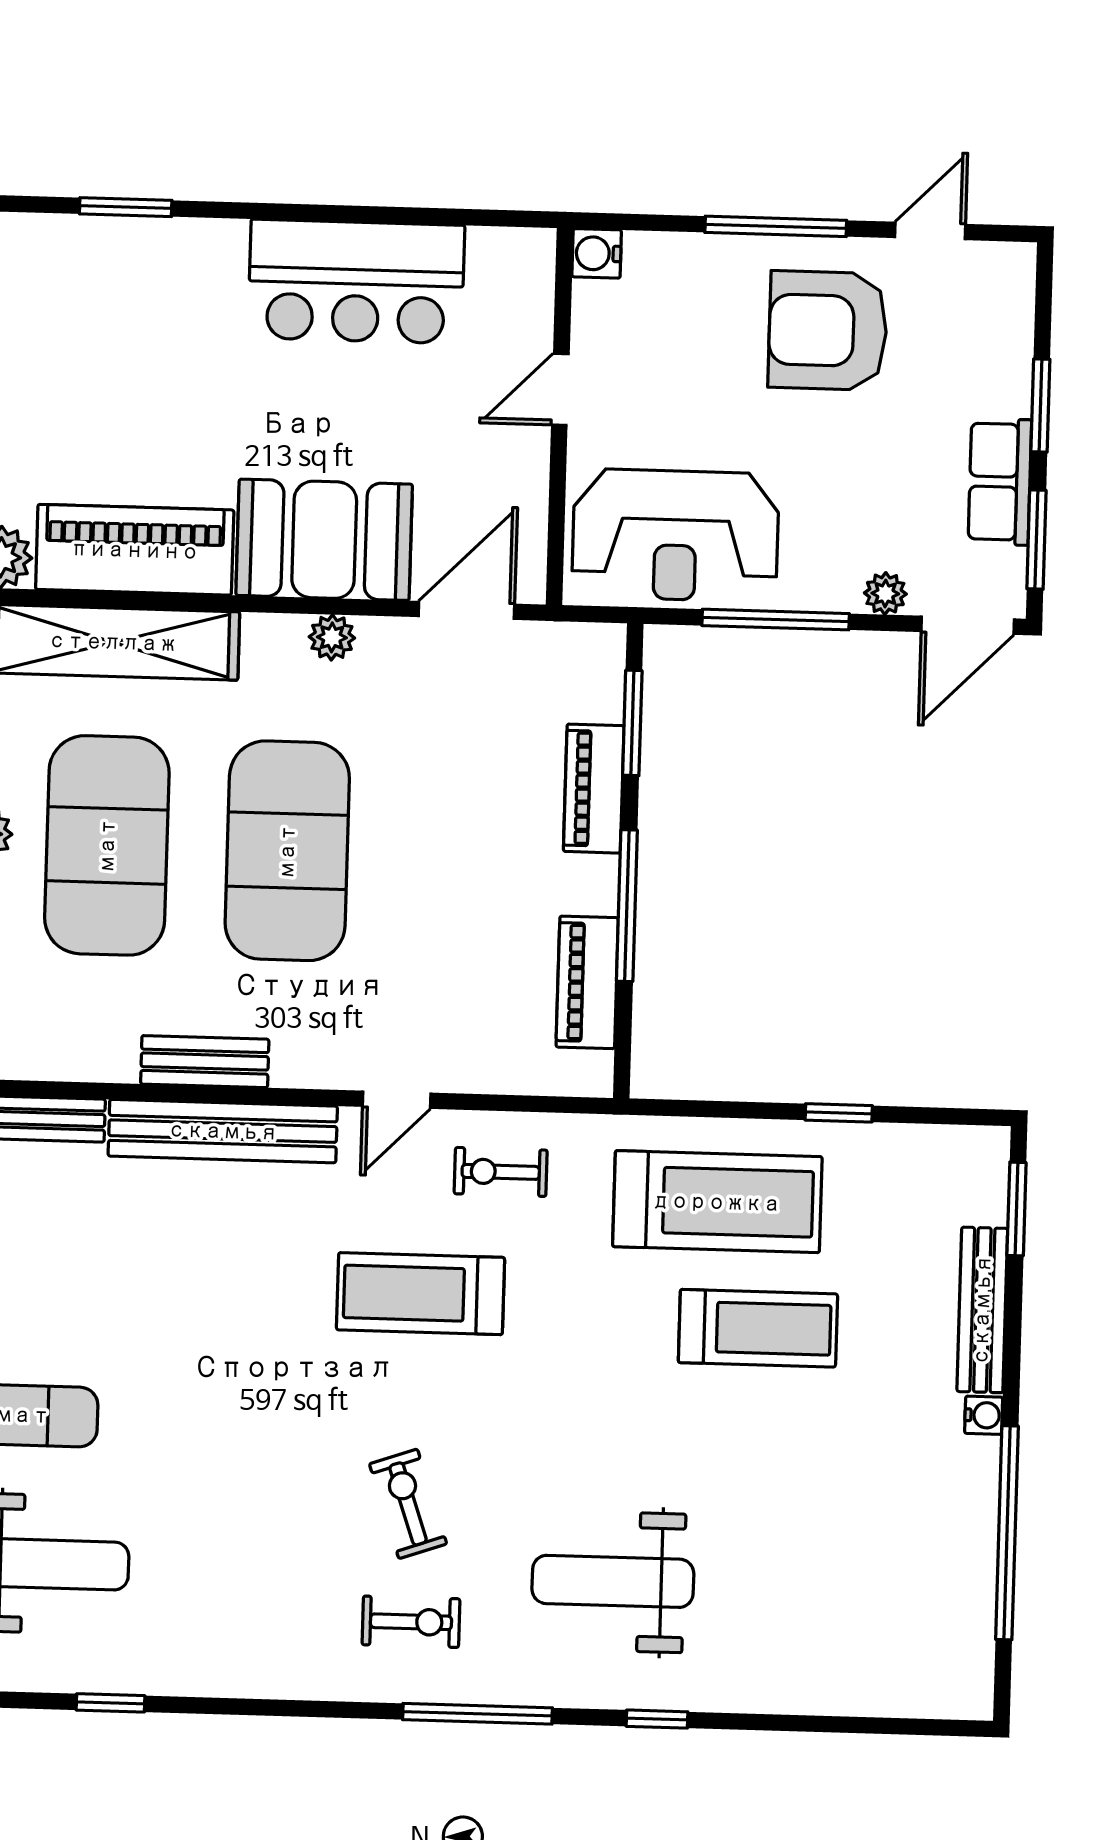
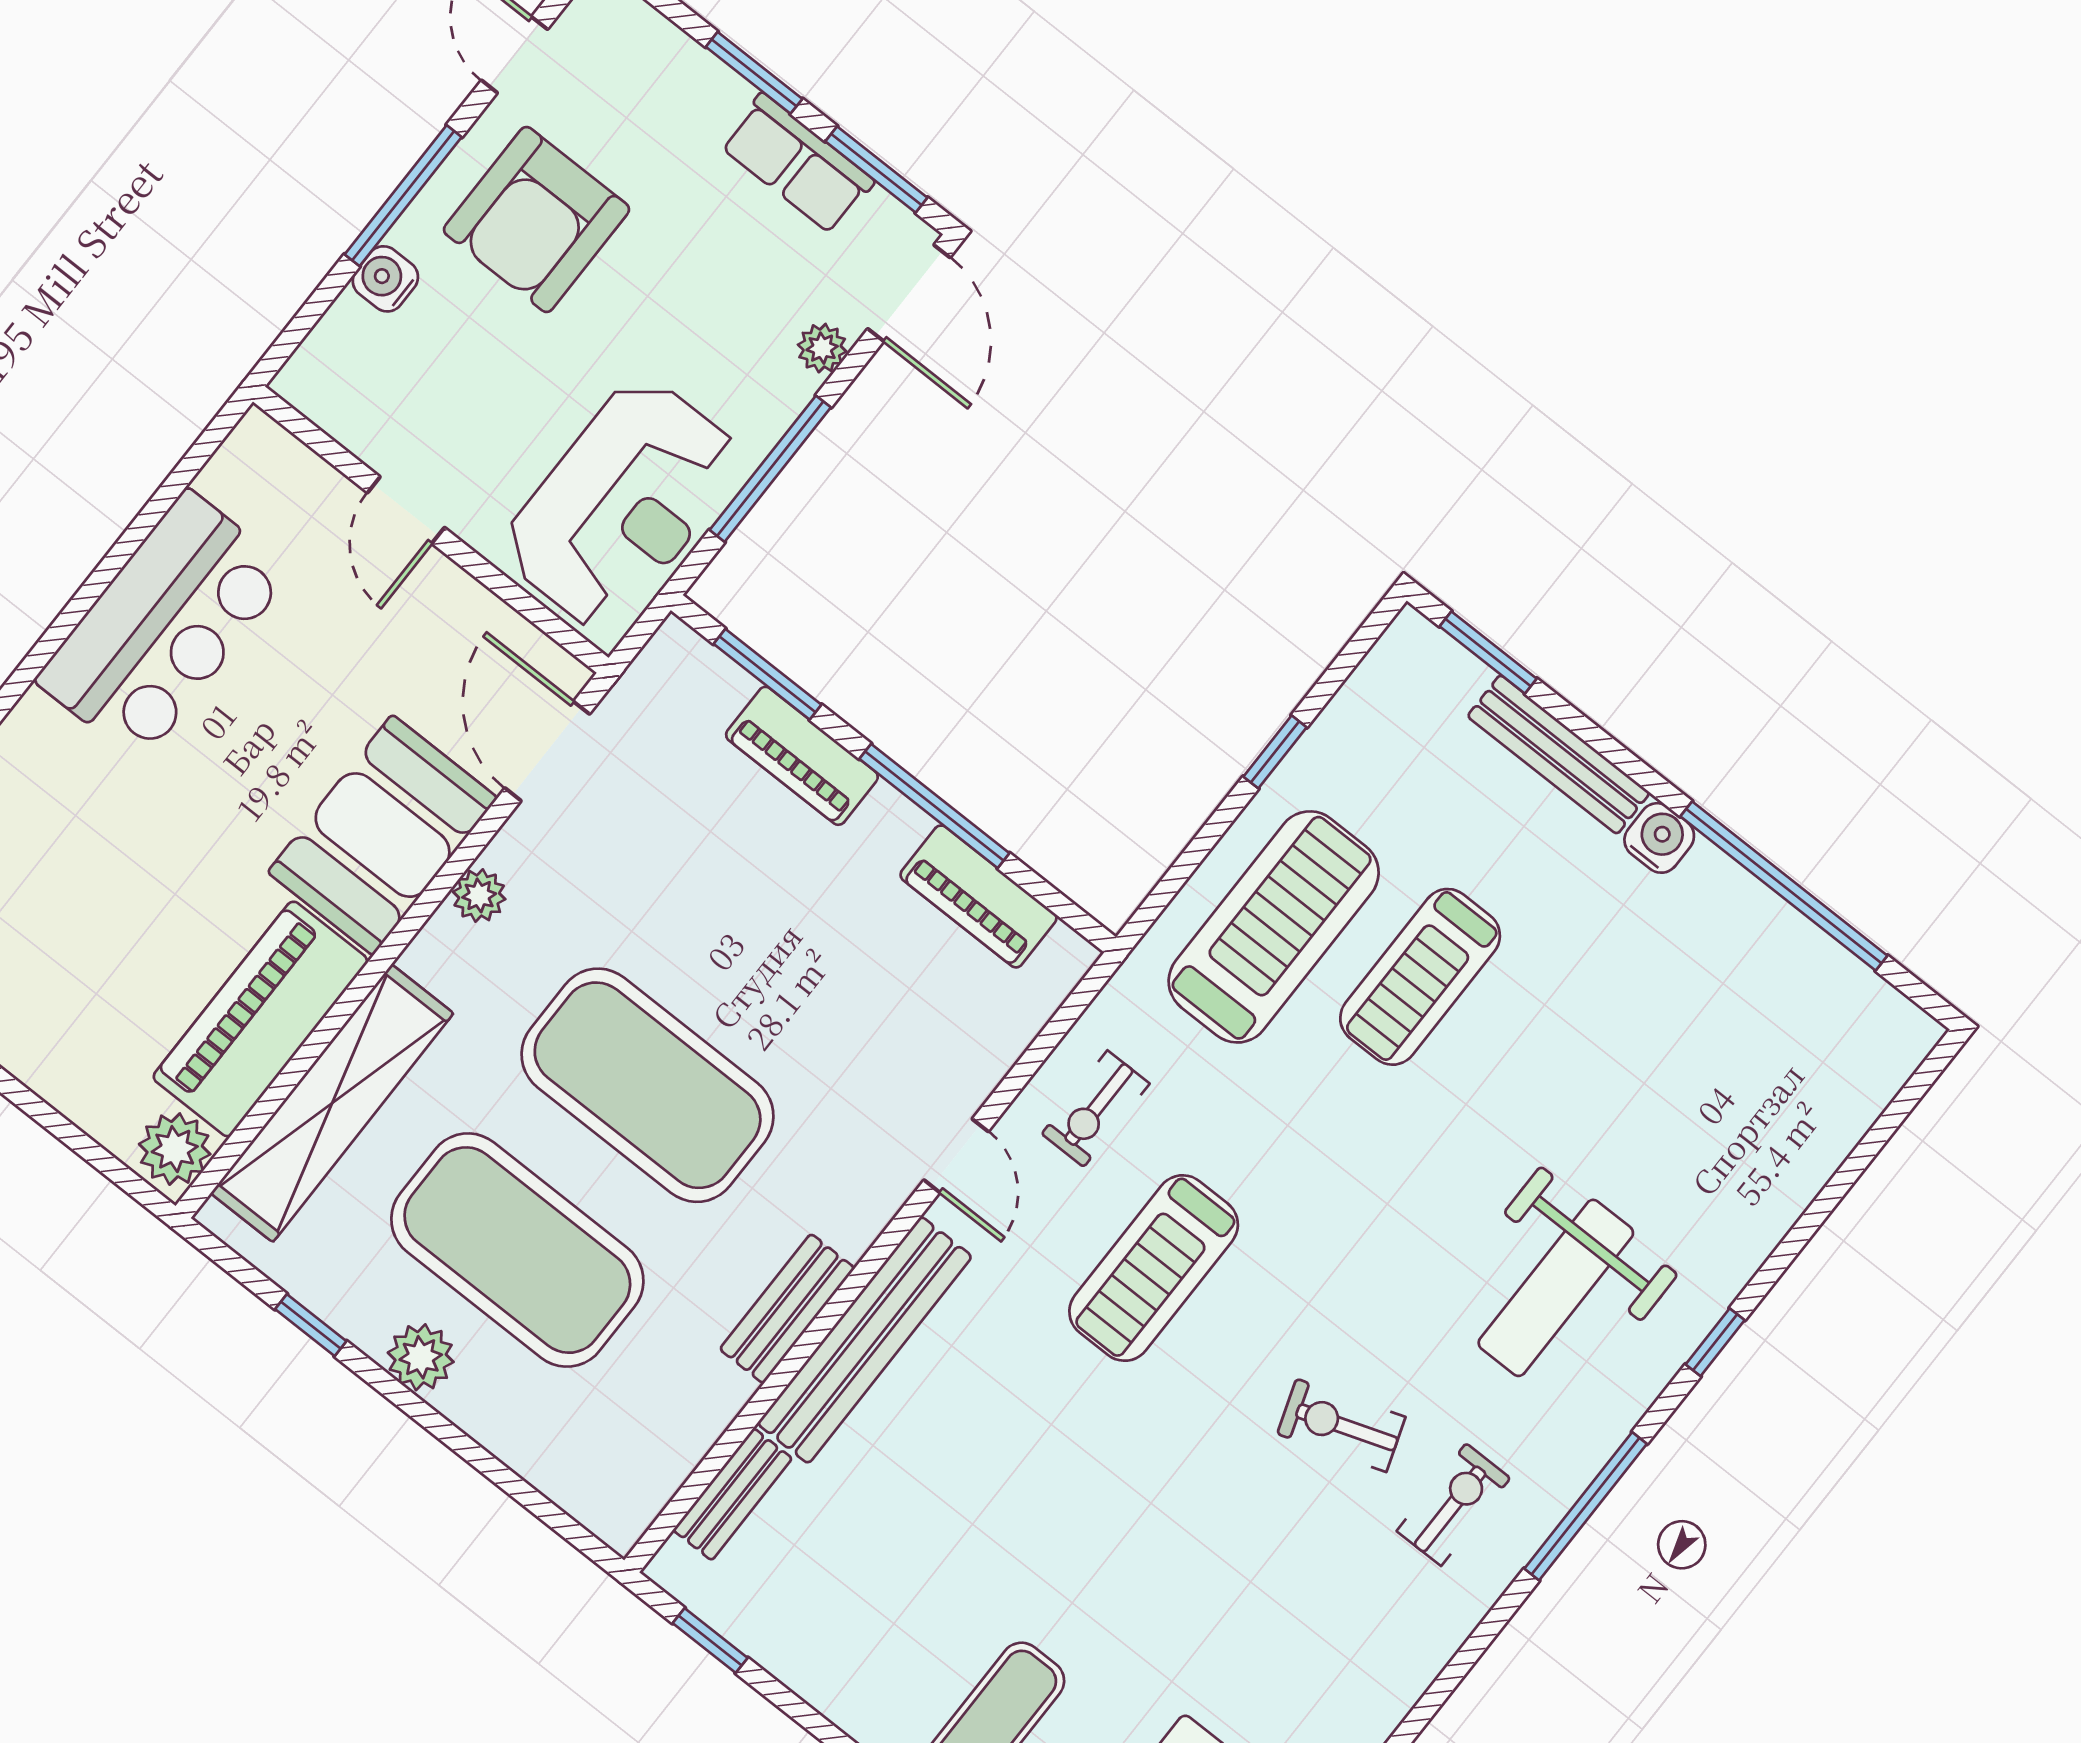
water cooler: (597, 253) -> (385, 279), moved, turned 90
treadmill: (758, 1328) -> (1420, 977), turned 180
water cooler: (984, 1415) -> (1659, 838), width x1.38, depth x1.38

